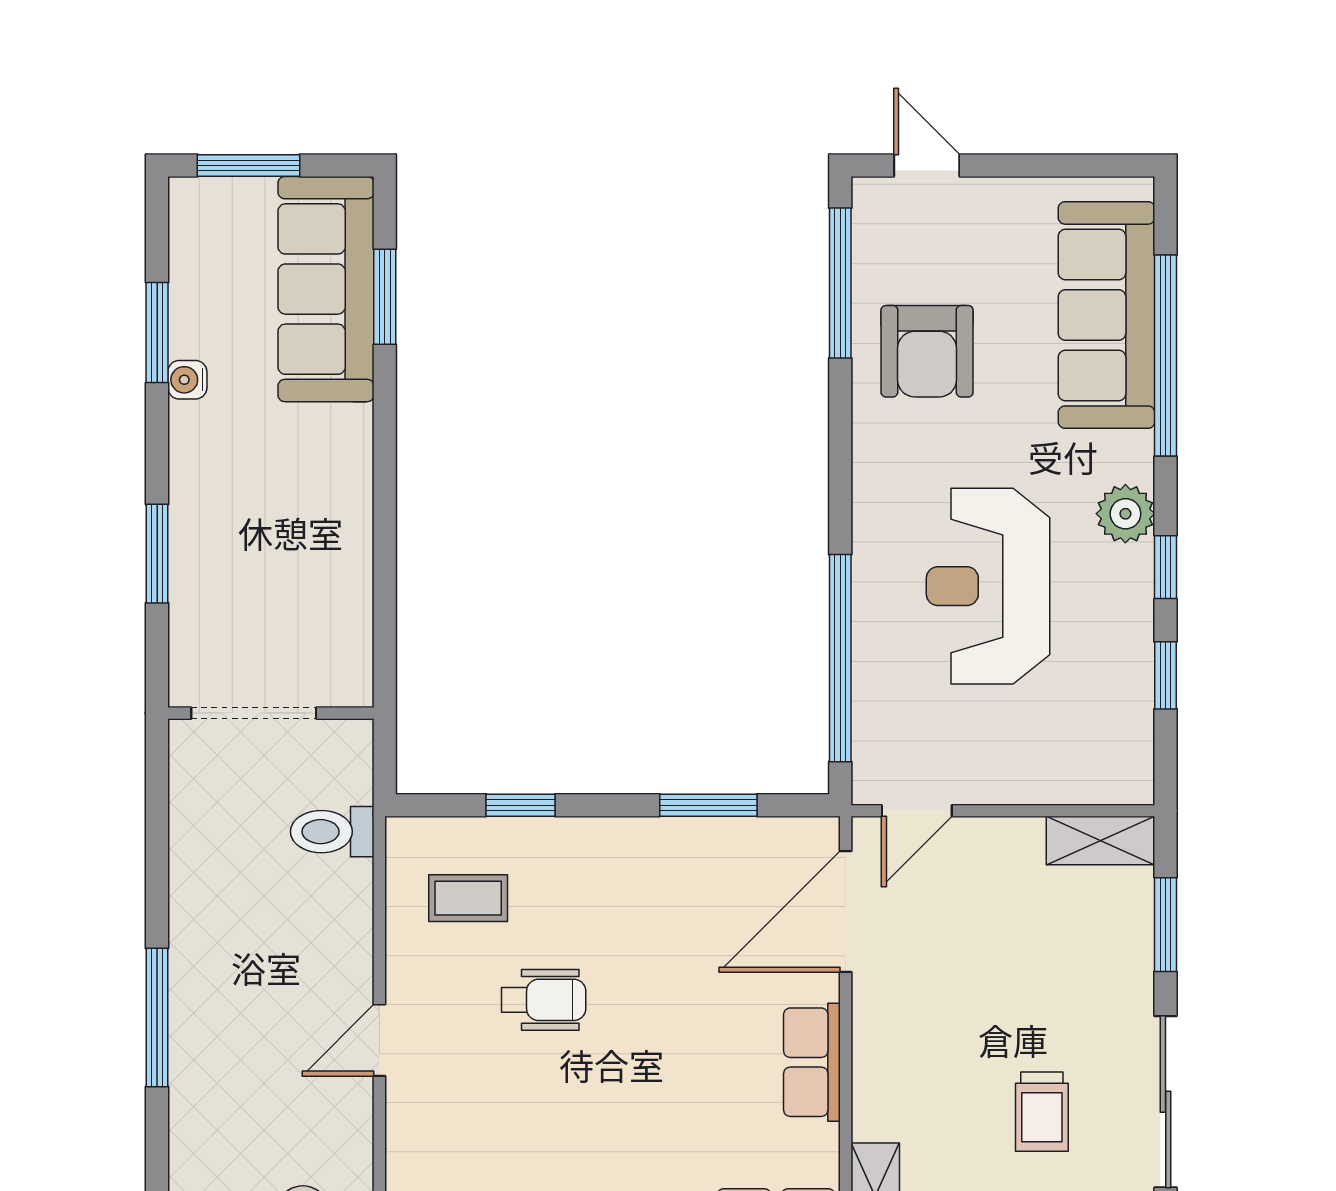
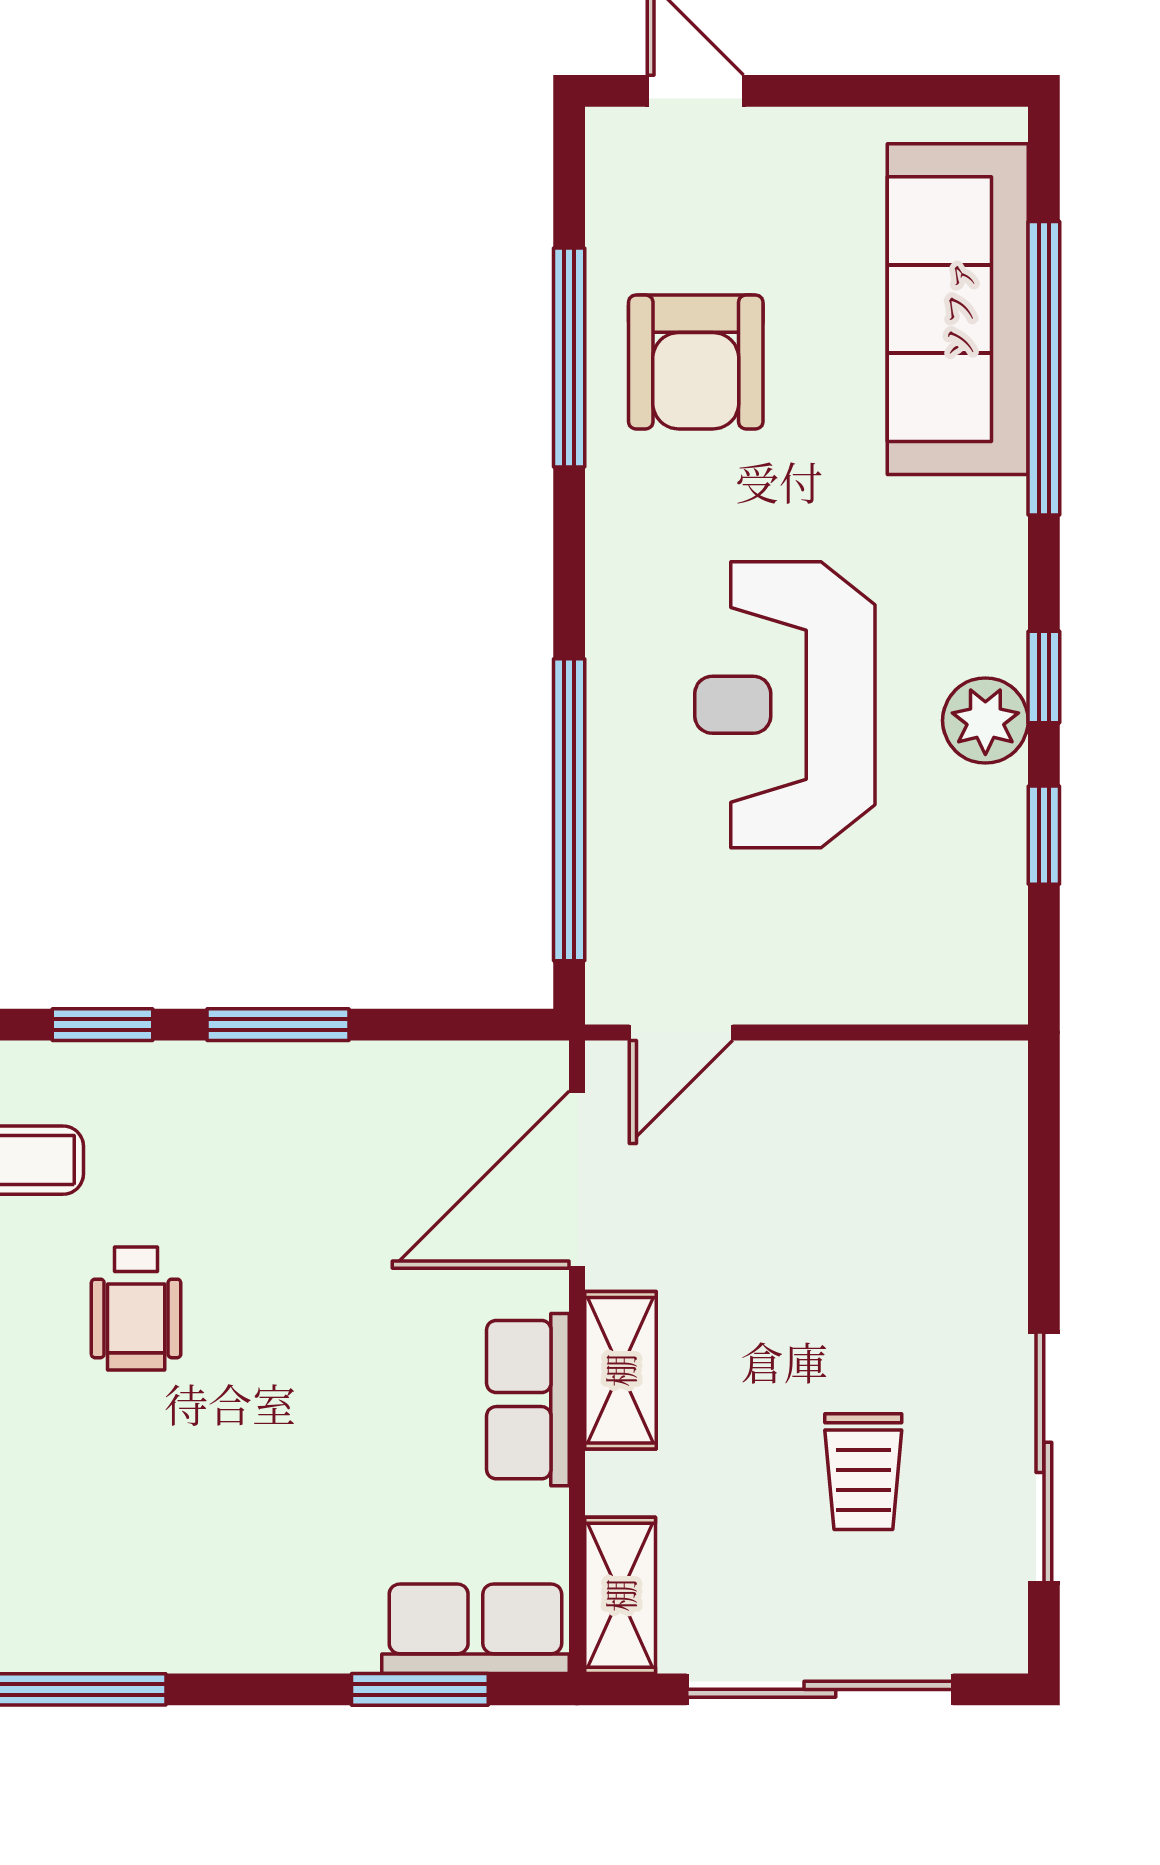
window: (840, 283) -> (569, 357), moved
plant: (1125, 514) -> (985, 721), moved
window: (708, 805) -> (278, 1025), moved
shelving: (1101, 840) -> (620, 1370), moved, turned 90
window: (1166, 925) -> (1044, 1199), removed
wheelchair: (543, 1000) -> (136, 1309), turned 90

